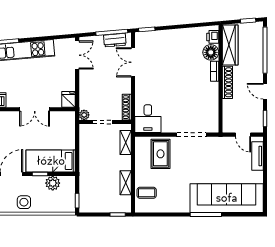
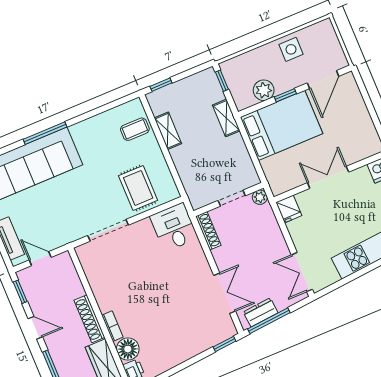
shelving: (126, 143) -> (226, 118), moved
bed: (51, 161) -> (282, 125), width x1.50

